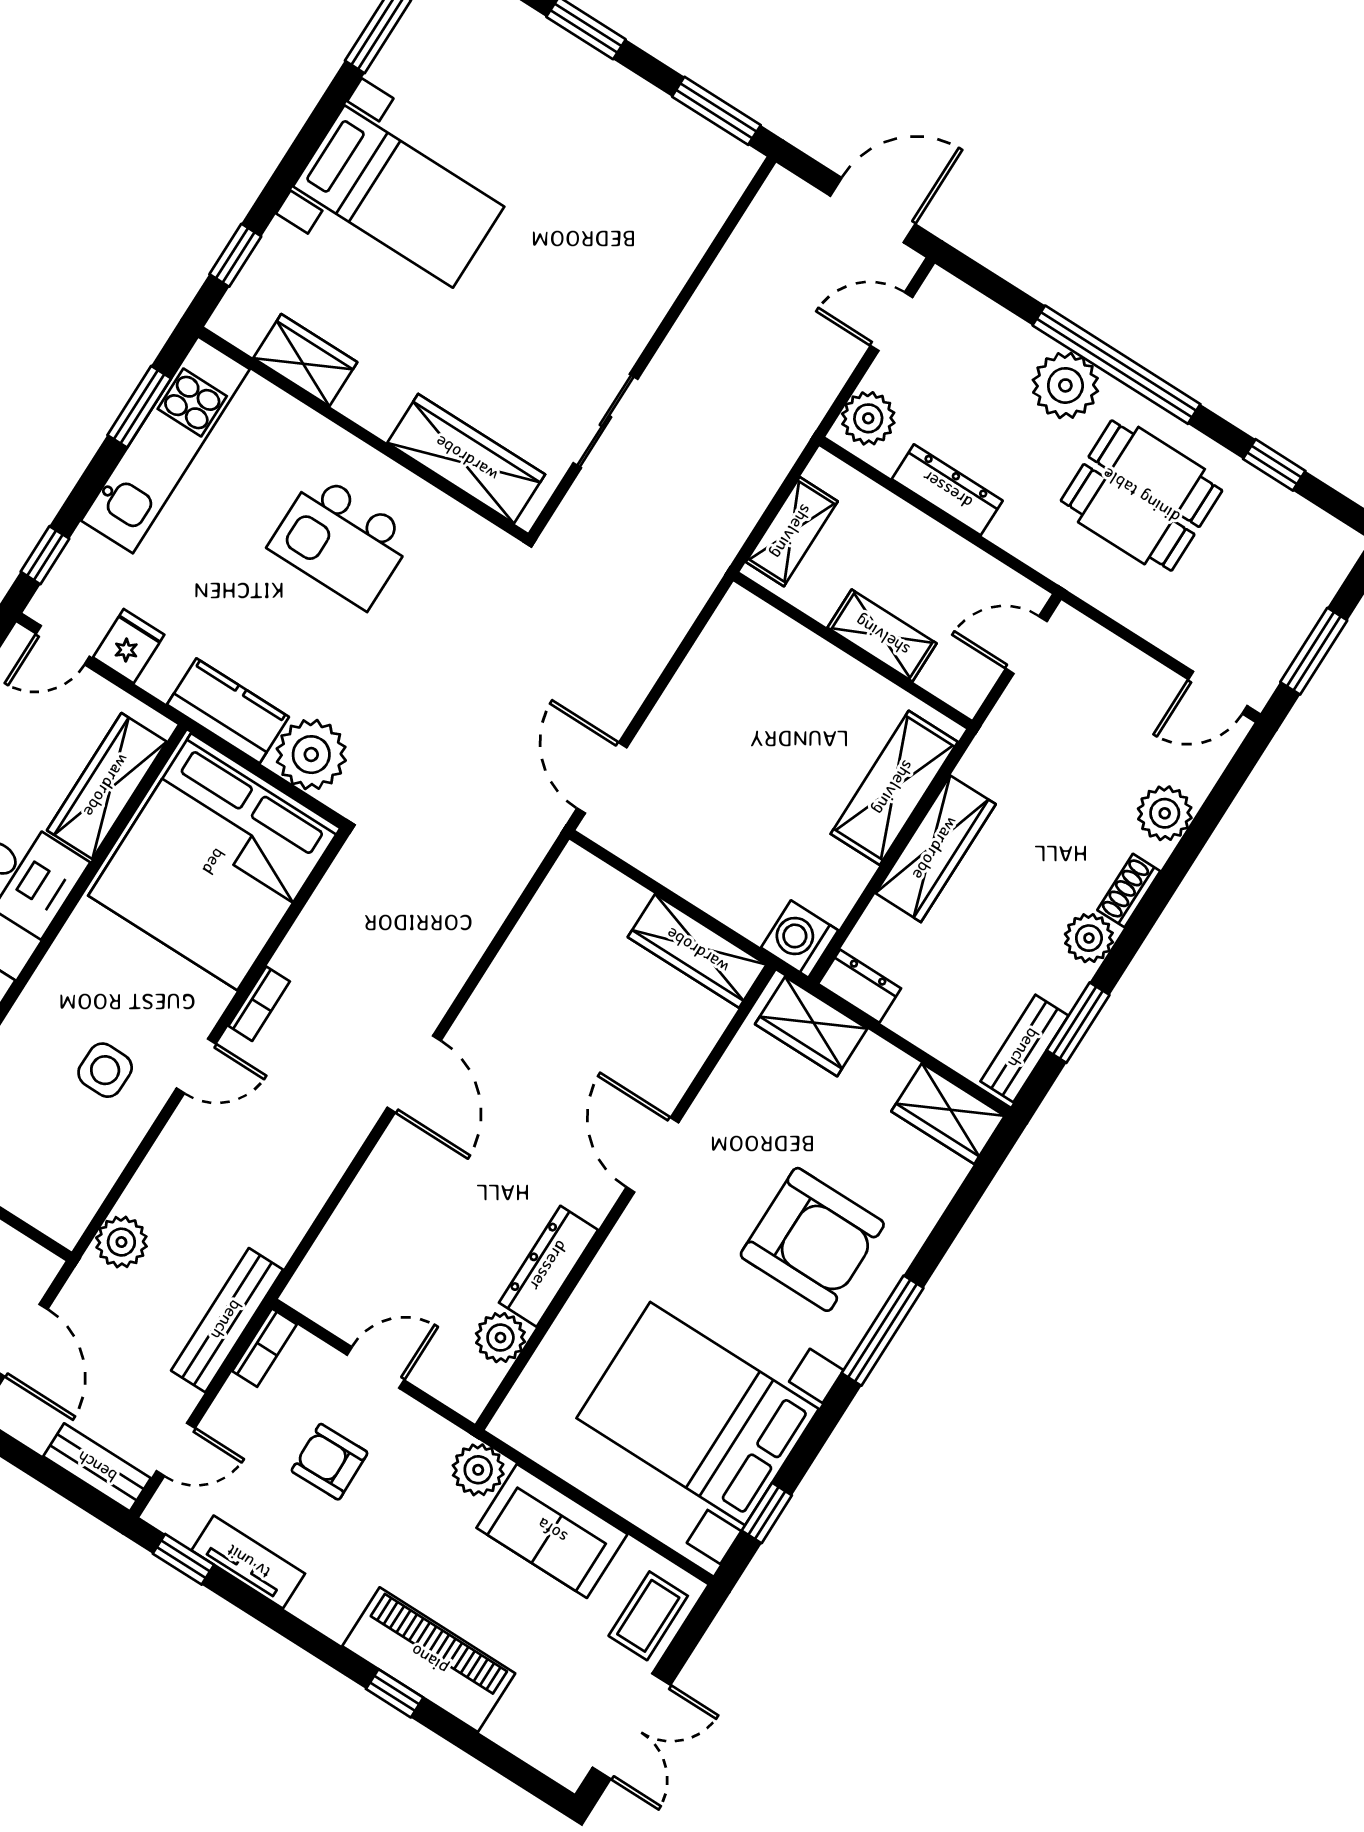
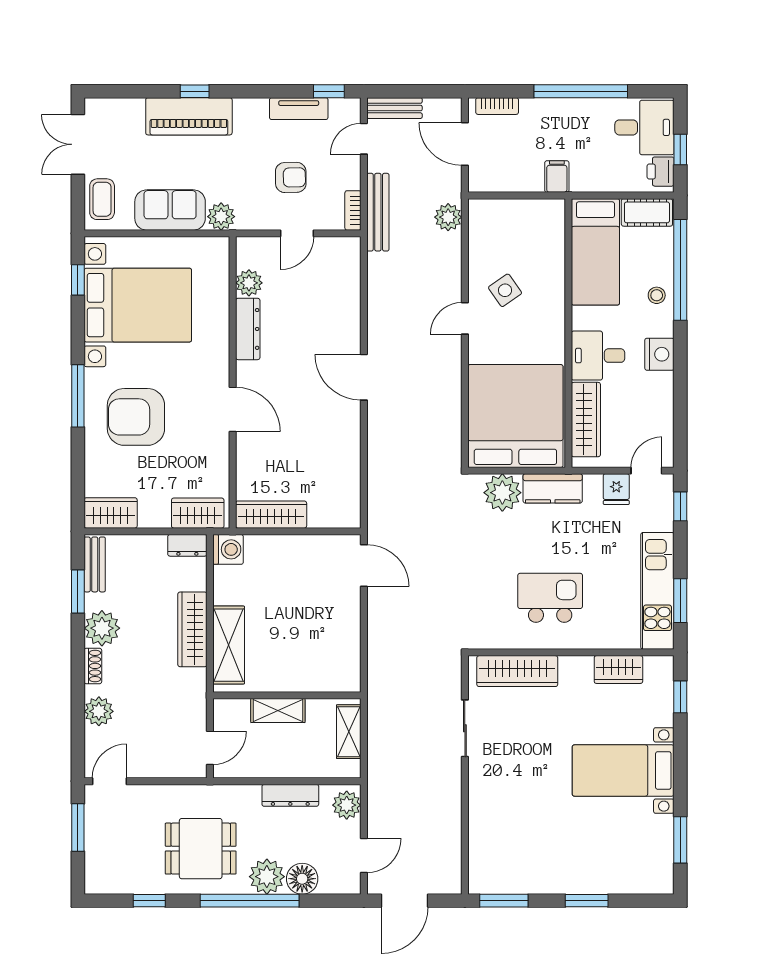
floor lamp: (1012, 347) -> (302, 879), added
plant: (1089, 938) -> (102, 628), width x1.36, depth x1.36
bookcase: (259, 1004) -> (454, 365), removed
side table: (105, 1070) -> (505, 290), turned -36

